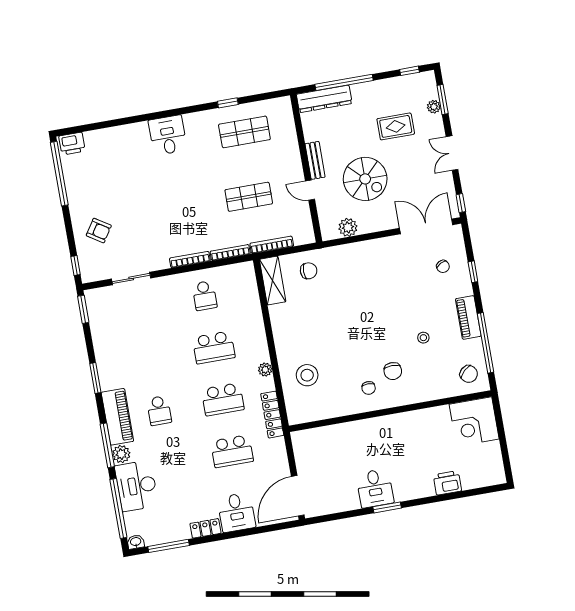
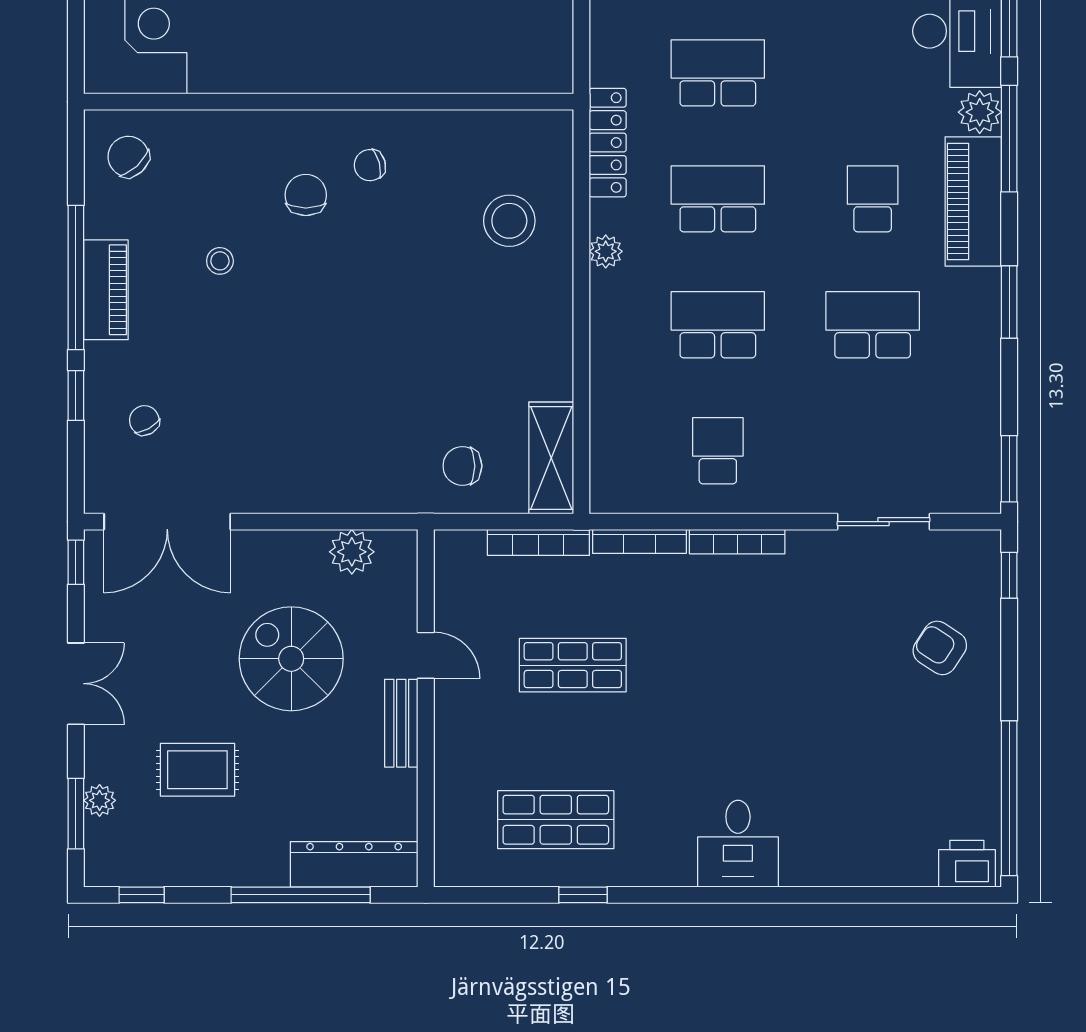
window: (485, 343) -> (76, 277), moved
school desk: (150, 359) -> (873, 325), added
chair: (369, 388) -> (370, 165), turned -105

